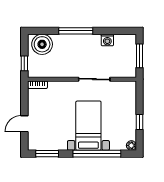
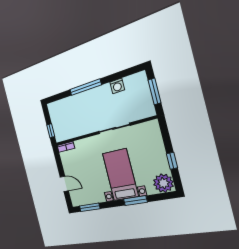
boiler: (42, 44) -> (60, 109), removed
door: (24, 124) -> (64, 184), swing flipped
plant: (131, 145) -> (163, 183), width x1.87, depth x1.87
window: (97, 154) -> (135, 201), width x0.47

